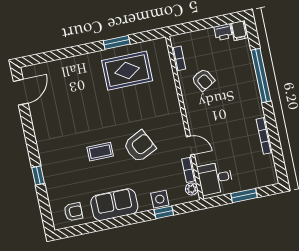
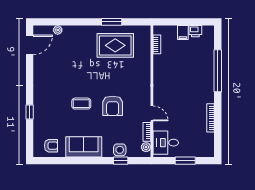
filing cabinet: (239, 31) -> (183, 33), moved
plant: (52, 66) -> (58, 30), added
armchair: (203, 80) -> (172, 65), removed
armchair: (140, 146) -> (113, 106), turned 116

